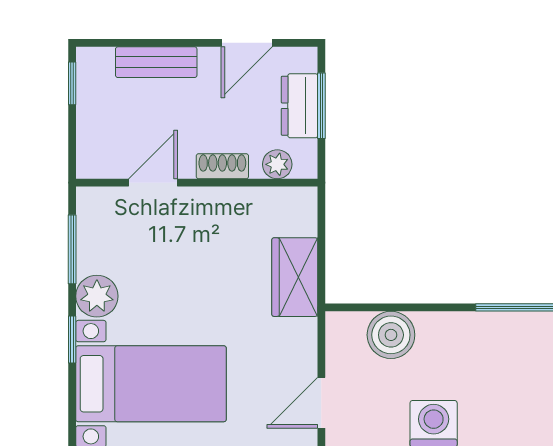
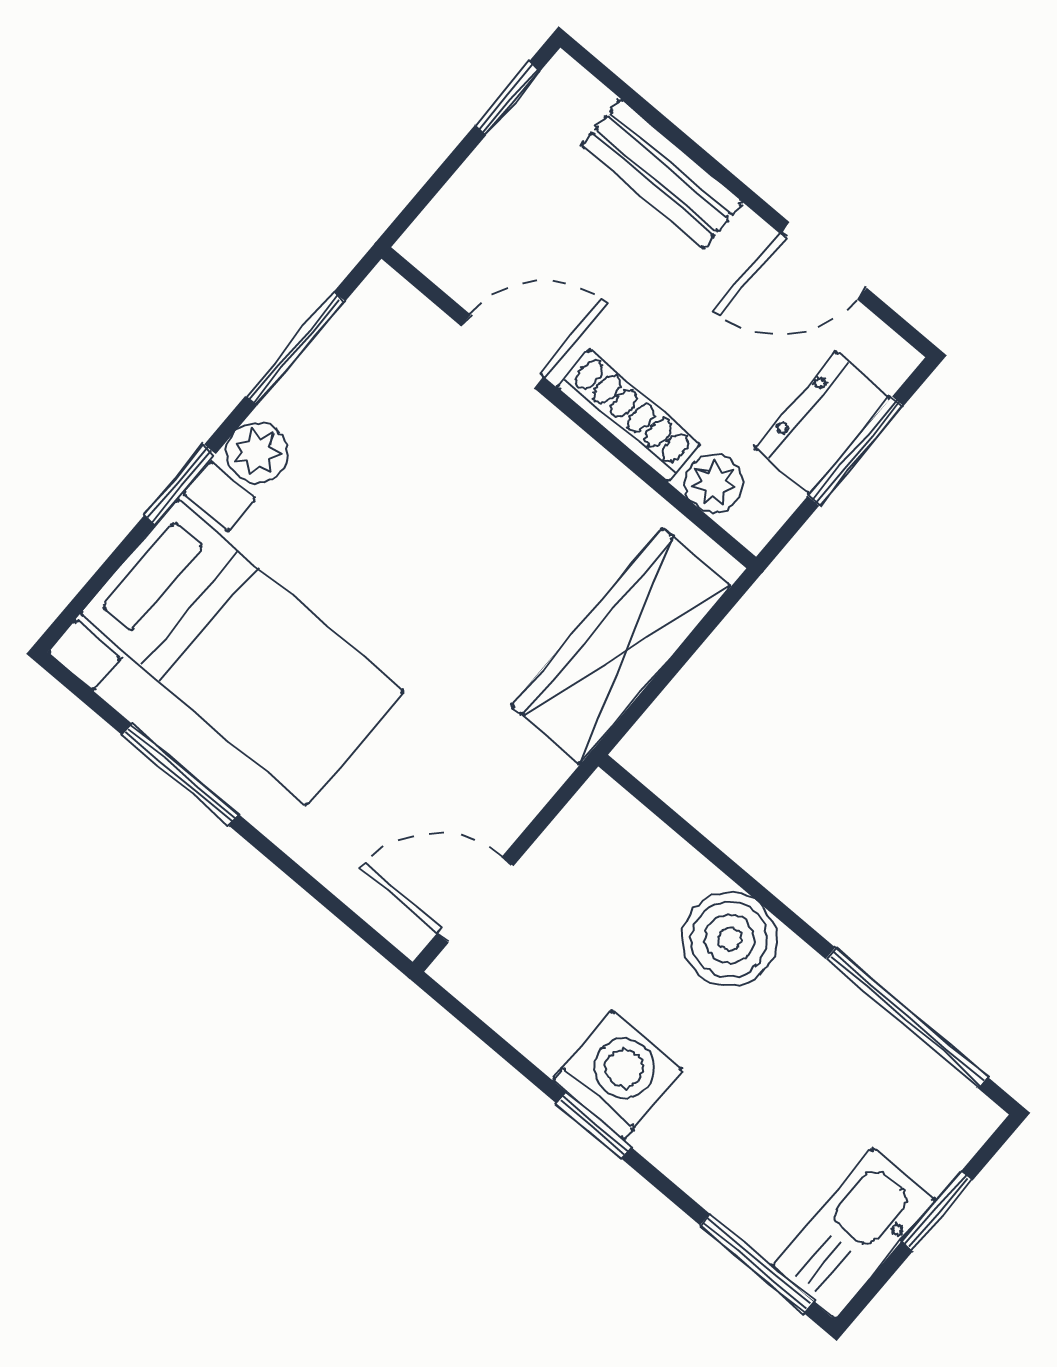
shoe rack: (222, 166) -> (628, 416), width x1.43
wardrobe: (295, 277) -> (621, 646), width x1.50
plant: (97, 296) -> (257, 452), width x0.73, depth x0.73
boiler: (391, 335) -> (729, 939), moved

